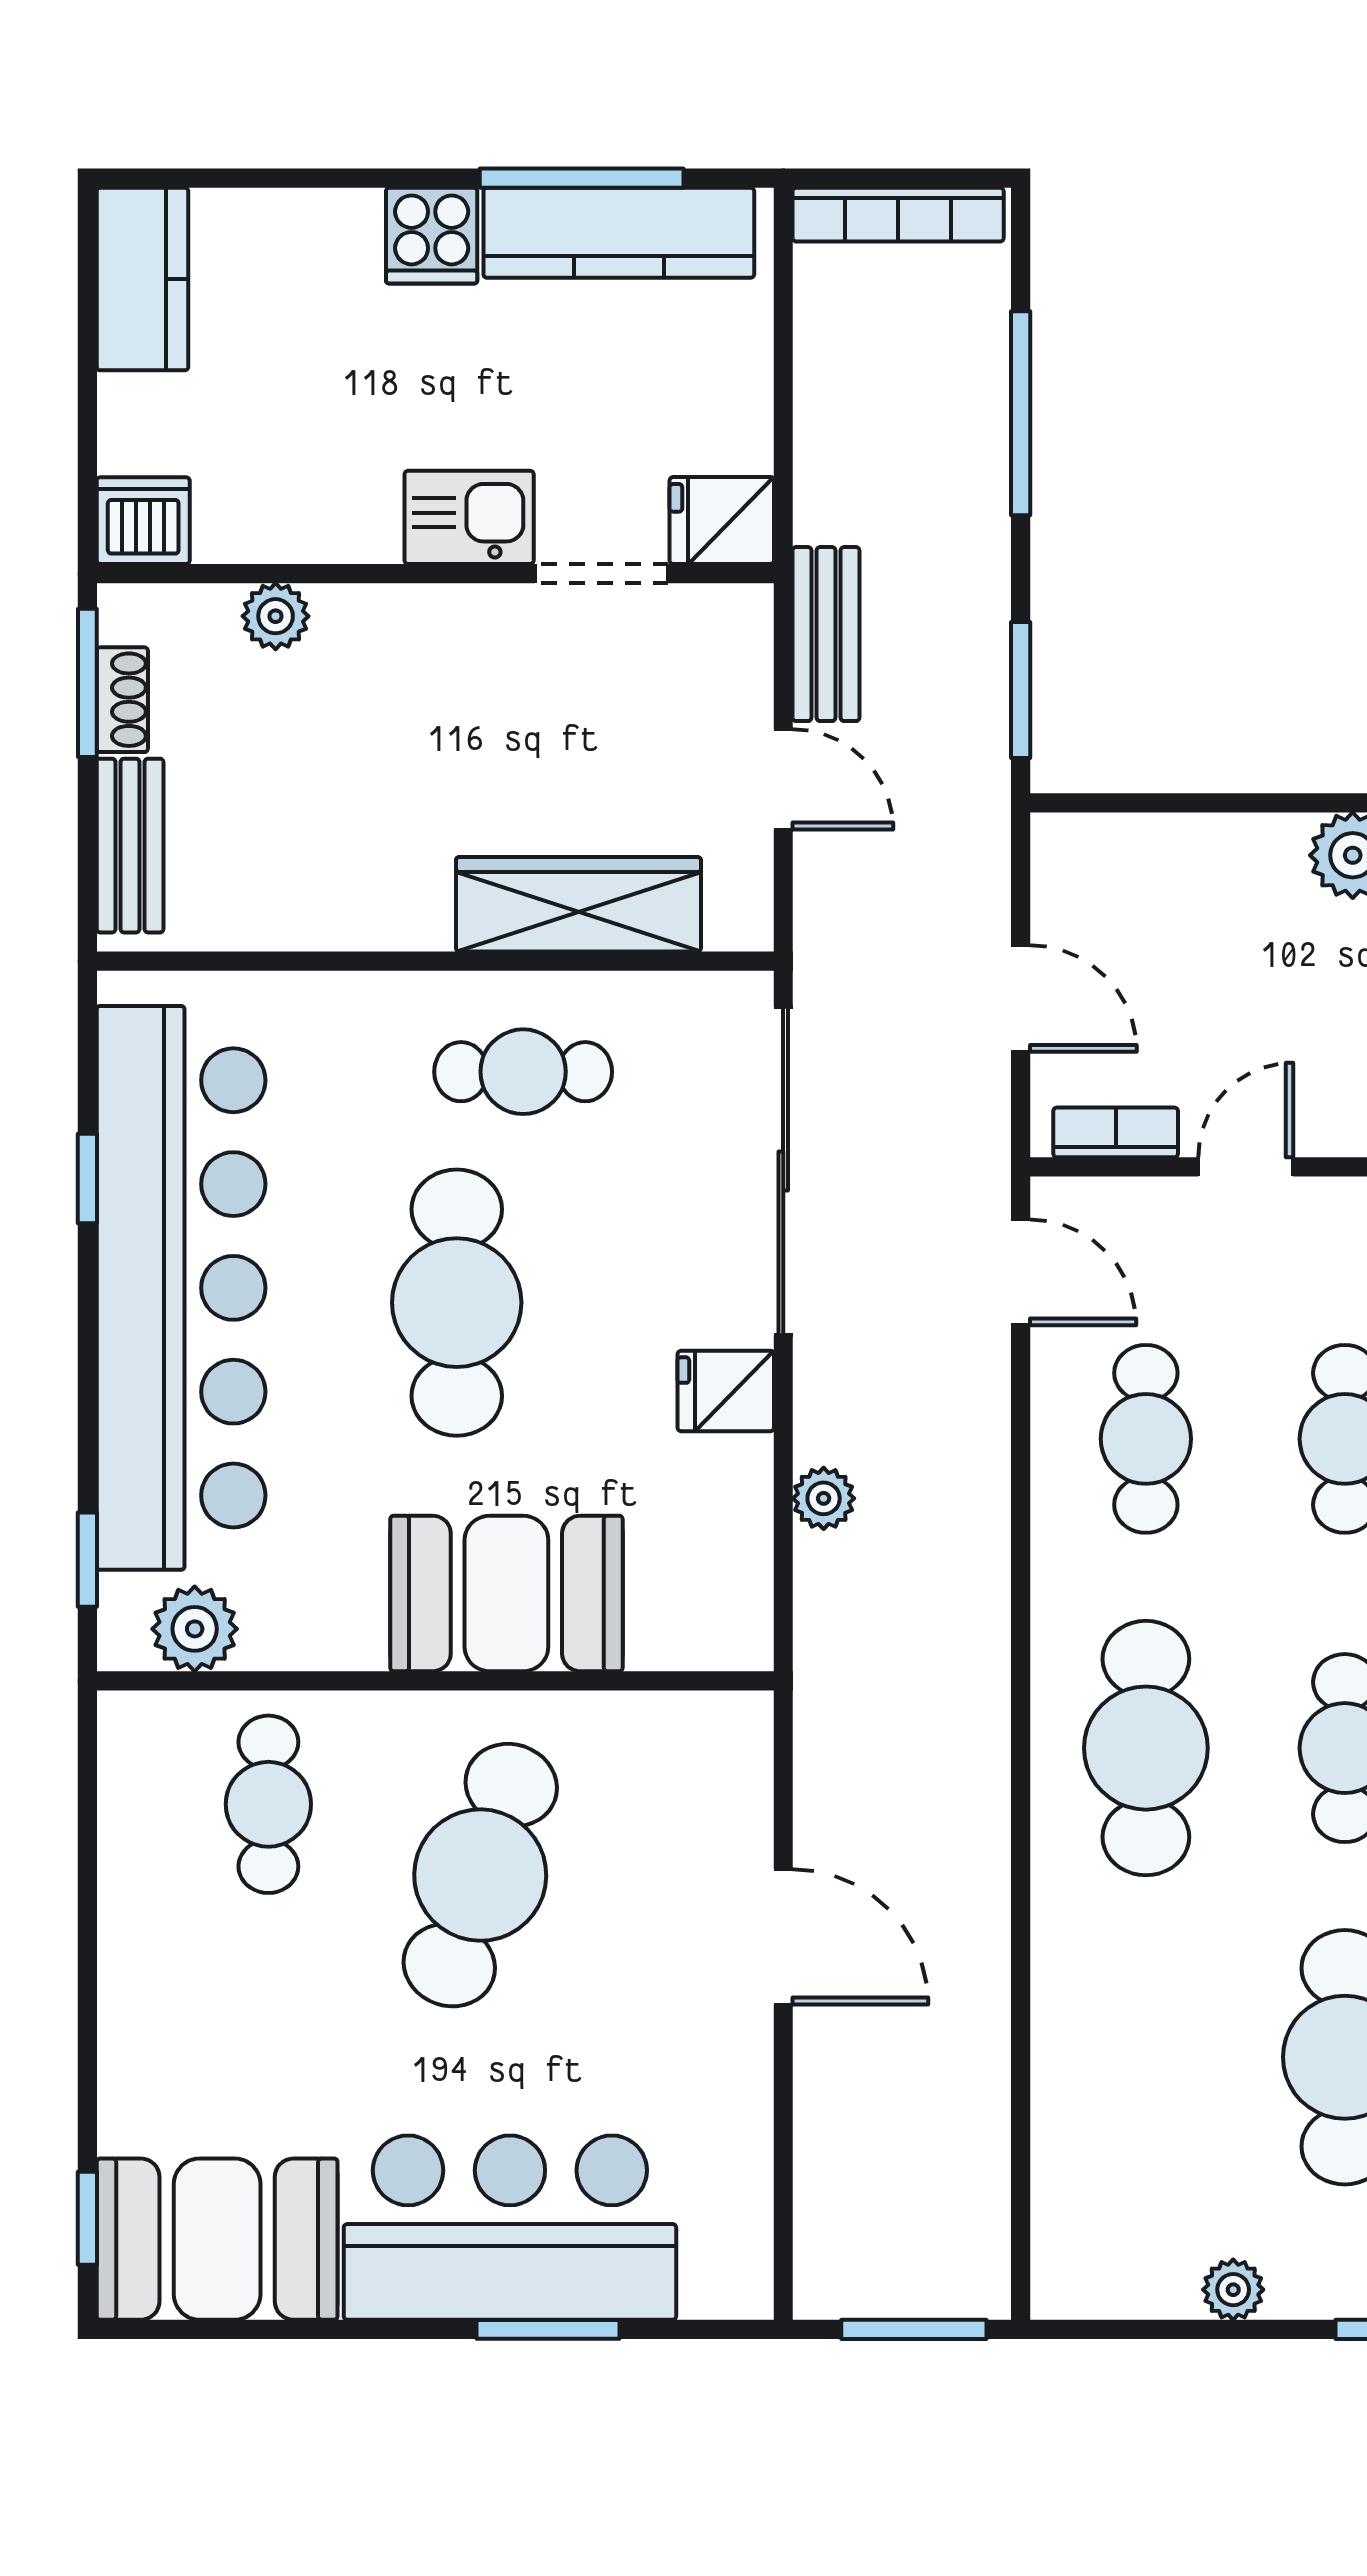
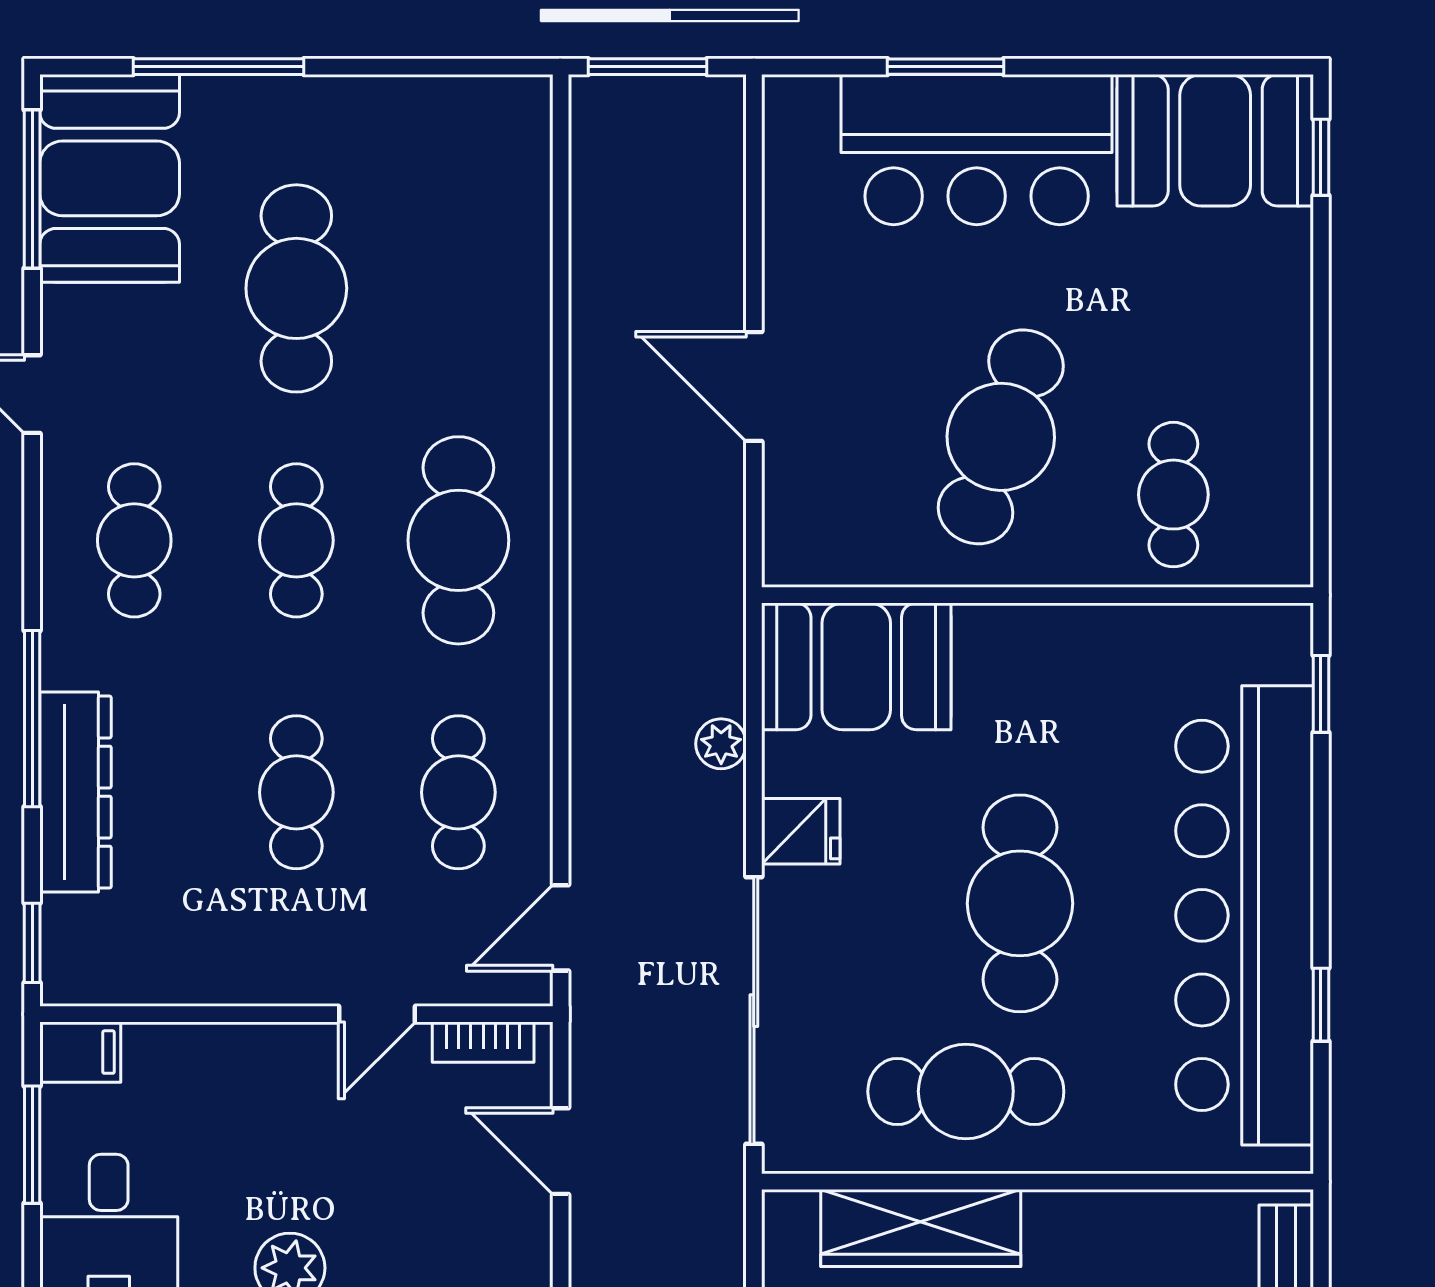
cafe table: (523, 1072) -> (966, 1091), width x1.37, depth x1.35
door: (1021, 1272) -> (561, 928), hinge flipped
booth: (506, 1593) -> (856, 666), moved
plant: (195, 1629) -> (1233, 637), removed
plant: (1233, 2290) -> (387, 99), removed

